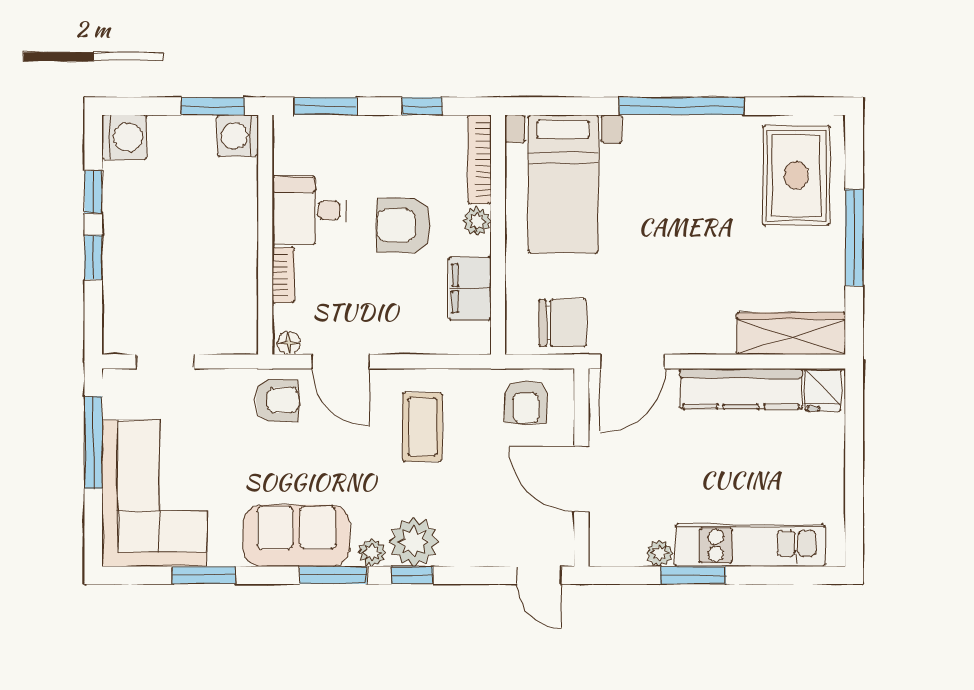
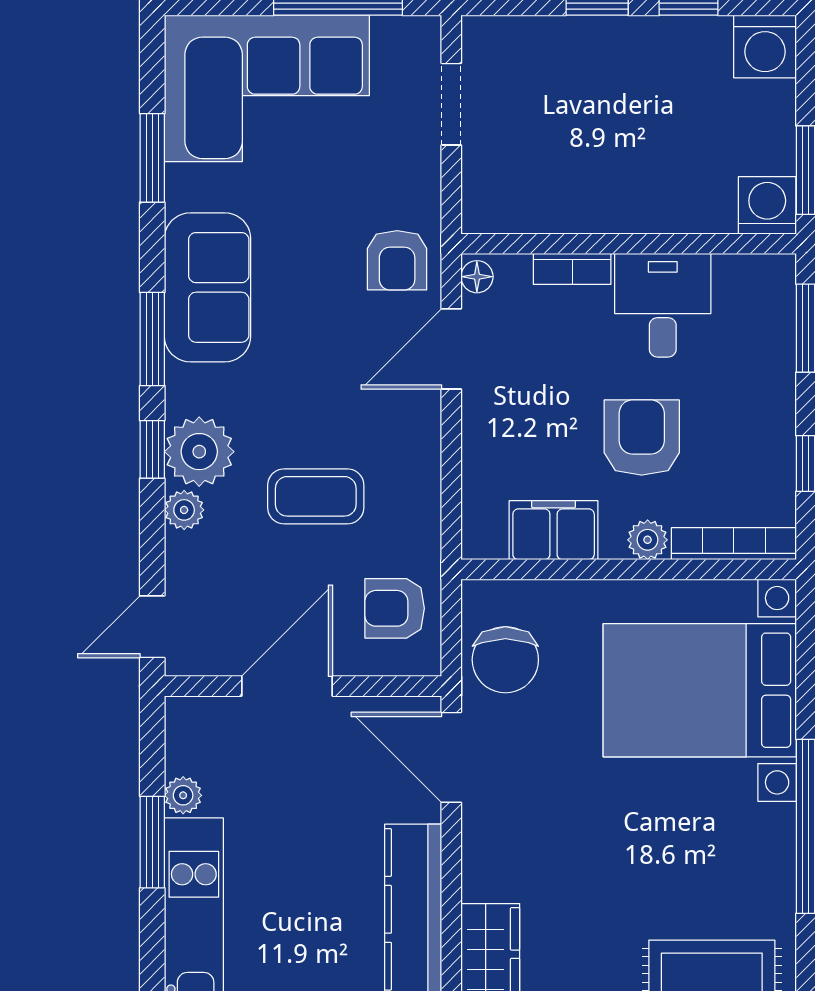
bed with nightstands: (563, 184) -> (700, 690), width x1.36
coffee table: (422, 427) -> (316, 496), moved
plant: (372, 552) -> (184, 510), moved

